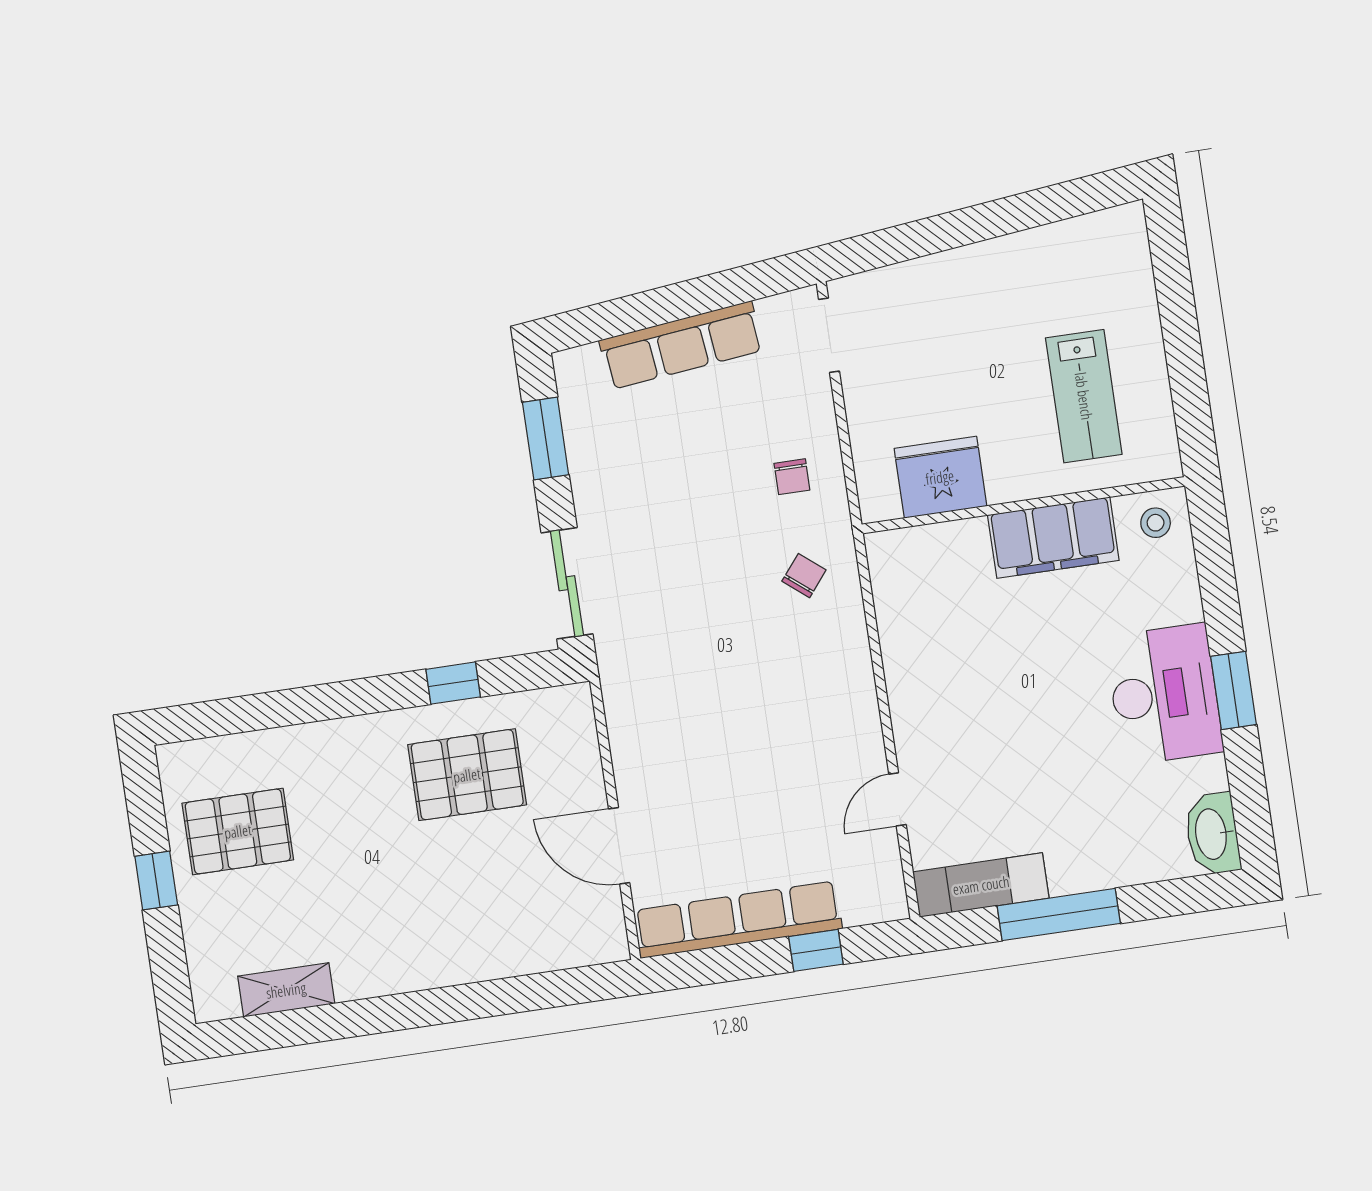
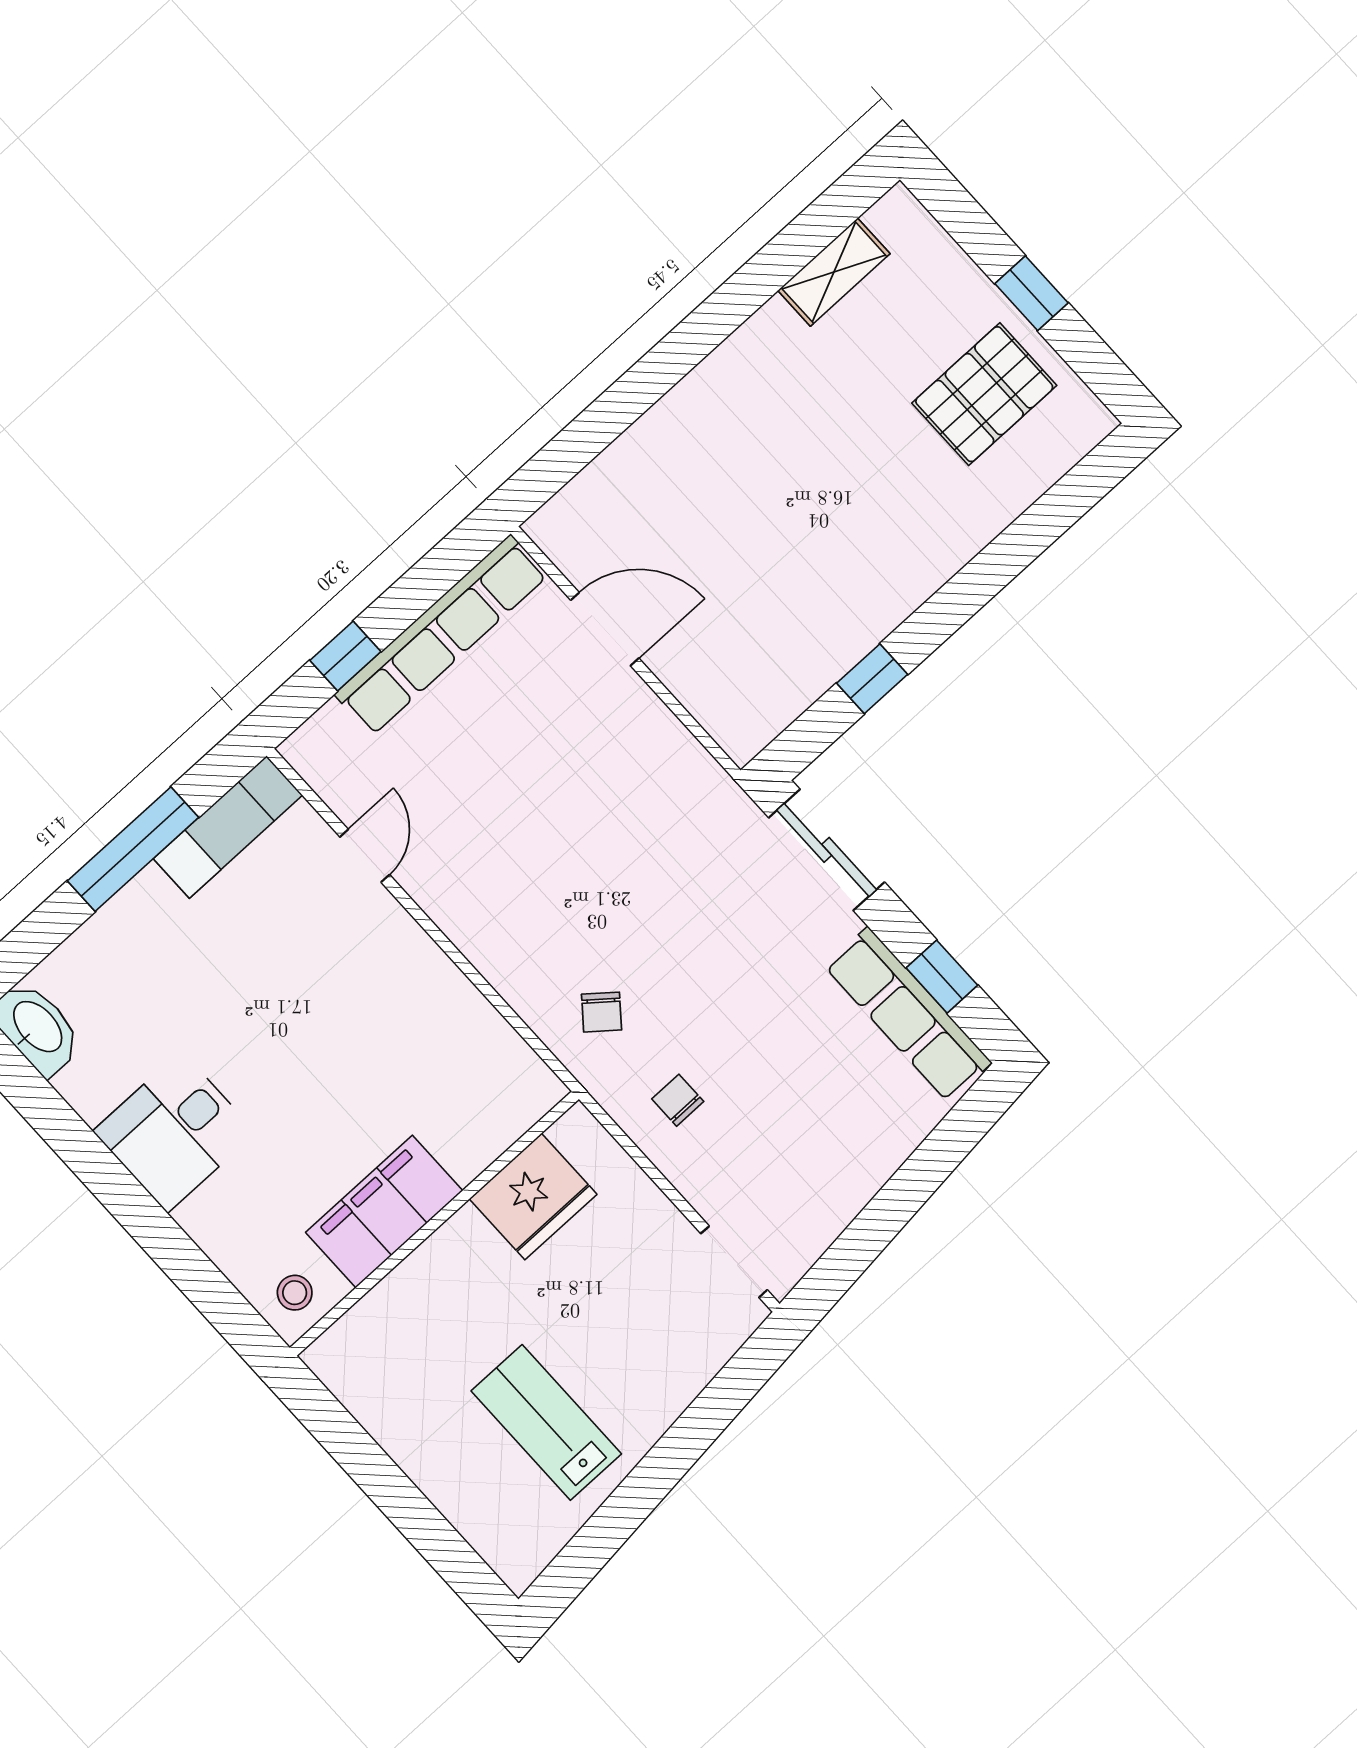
row of seats: (681, 345) -> (908, 1014), moved, turned -84
lab bench: (1084, 396) -> (546, 1422), moved
window: (546, 439) -> (942, 977), width x0.67
window: (1234, 690) -> (109, 1181), removed
desk: (1164, 694) -> (174, 1132), width x0.73
pallet: (467, 775) -> (799, 599), removed

